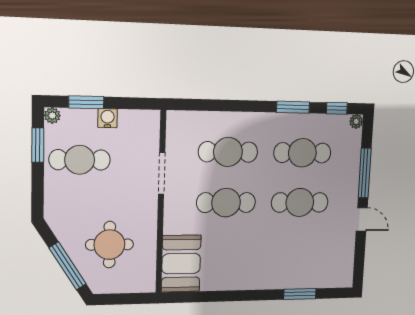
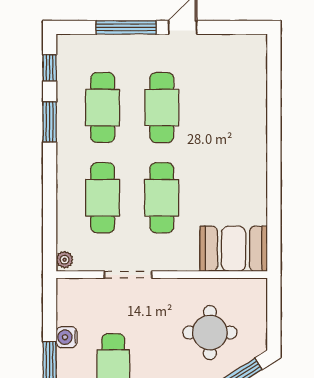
plant: (356, 121) -> (65, 260), moved
window: (300, 294) -> (274, 101), removed

